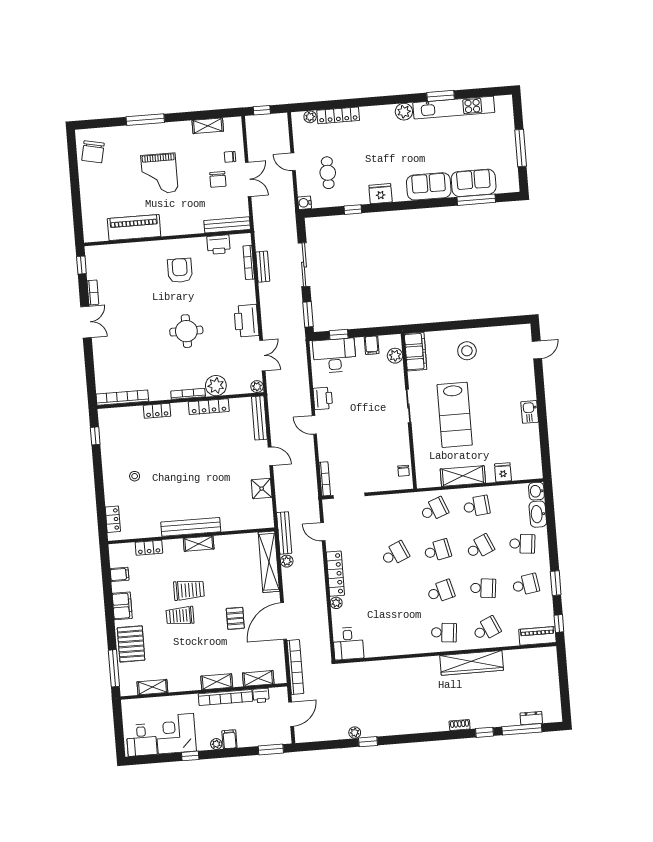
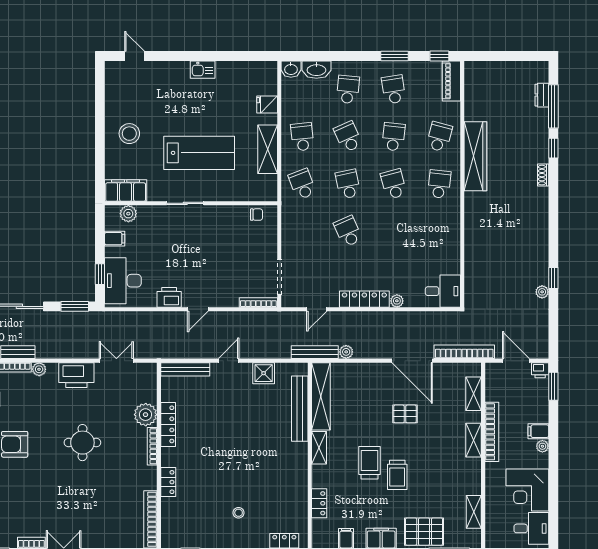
plant: (257, 387) -> (39, 369), moved
bench: (191, 527) -> (300, 409), moved
shelving: (269, 562) -> (321, 396), moved, turned 90
school desk: (486, 629) -> (439, 137), turned 39
printer: (261, 696) -> (540, 370), moved, turned 90
window: (190, 756) -> (553, 476), removed

